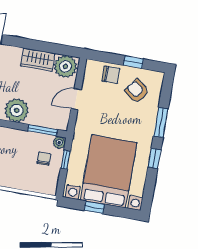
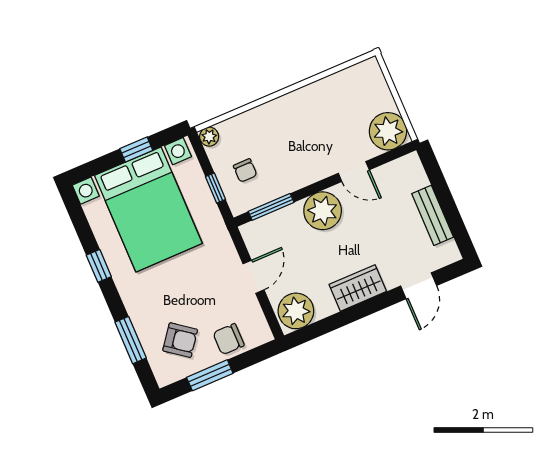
wardrobe: (38, 60) -> (358, 288), moved
window: (133, 62) -> (210, 375), width x1.50
window: (161, 123) -> (131, 340), moved
plant: (59, 142) -> (209, 137), moved

